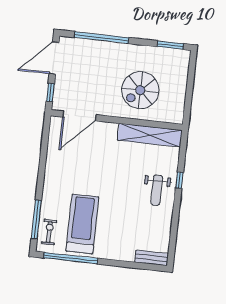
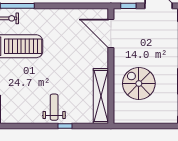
weight bench: (157, 190) -> (54, 107), turned 90

